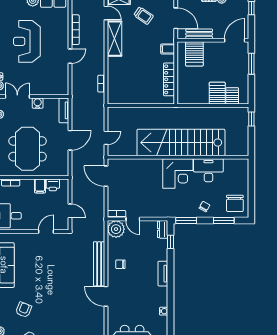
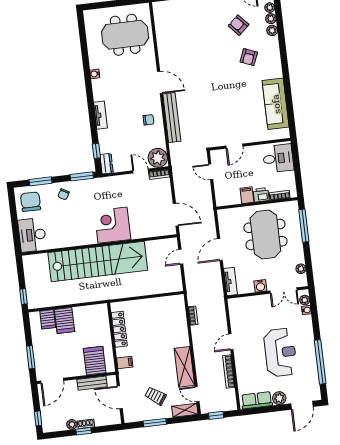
desk: (208, 170) -> (32, 235), moved, turned 90
corner desk: (178, 173) -> (113, 225), moved
printer: (53, 185) -> (261, 195), moved

